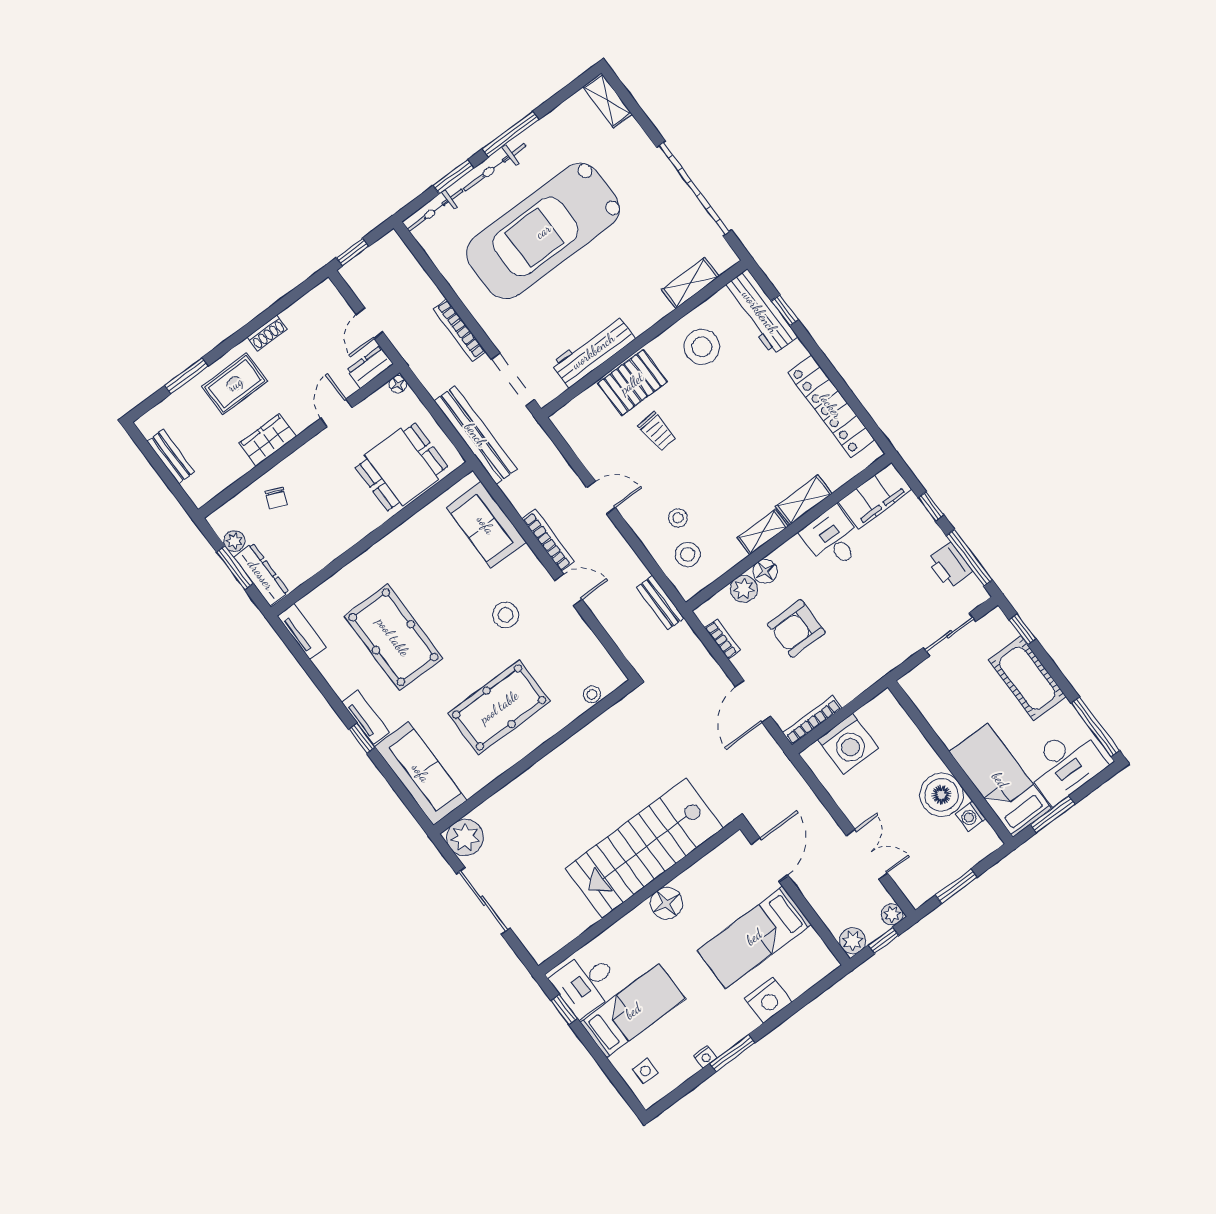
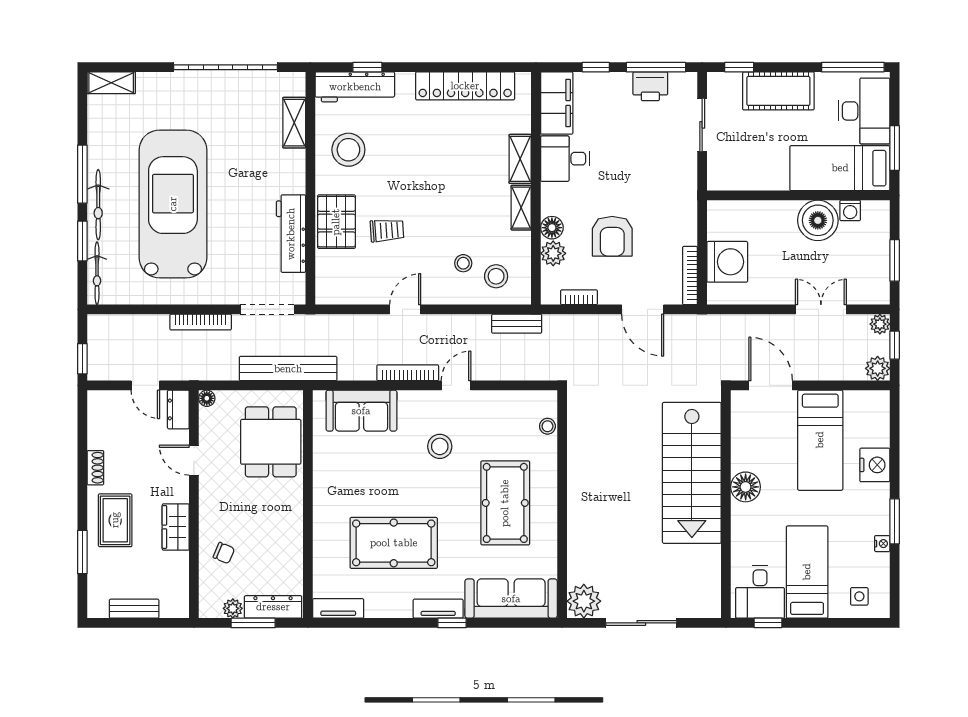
car: (543, 231) -> (173, 204), turned 180

